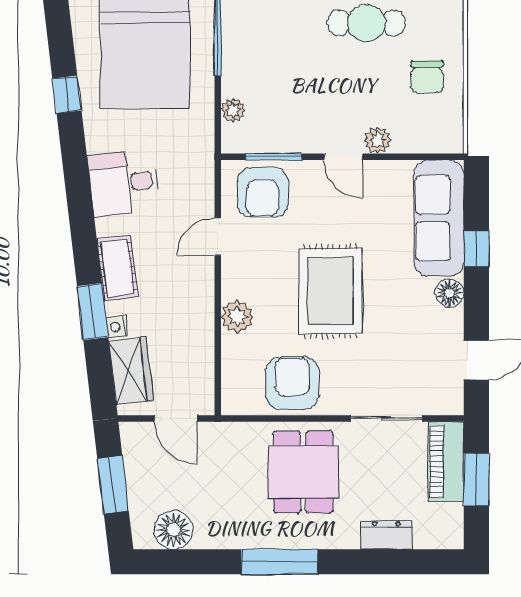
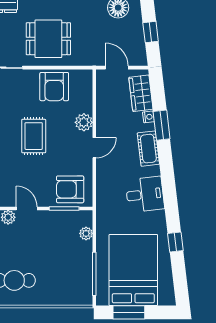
armchair: (263, 192) -> (70, 189), turned -90
door: (218, 236) -> (94, 148), moved
rug: (330, 291) -> (34, 136), width x0.73, depth x0.70
dining table: (303, 472) -> (48, 39), turned 90
window: (113, 485) -> (151, 32), width x0.67

